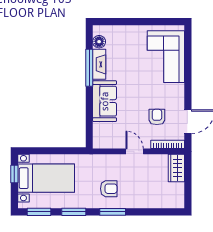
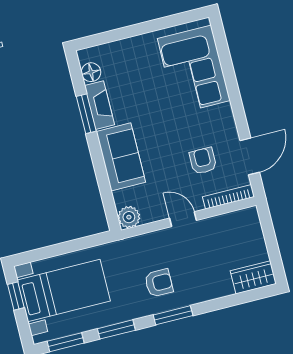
window: (89, 68) -> (86, 114), width x0.69
plant: (100, 141) -> (129, 217), added
wardrobe: (176, 168) -> (253, 277), moved, turned 90

